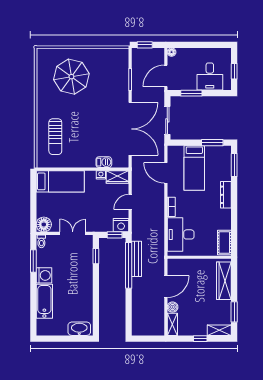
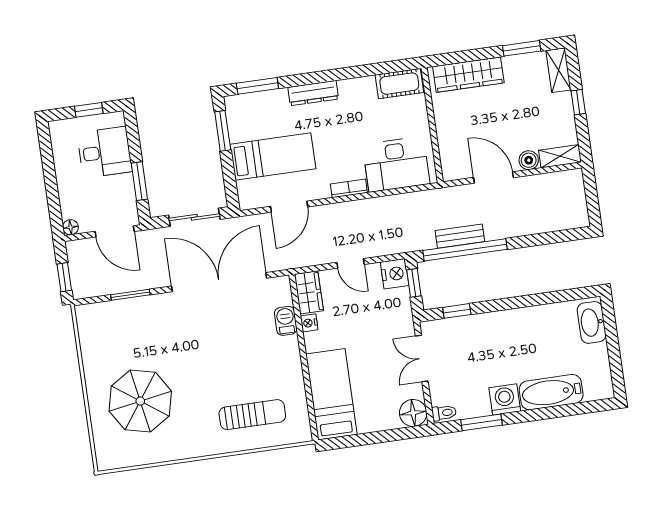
bench: (137, 259) -> (460, 236), width x0.73

